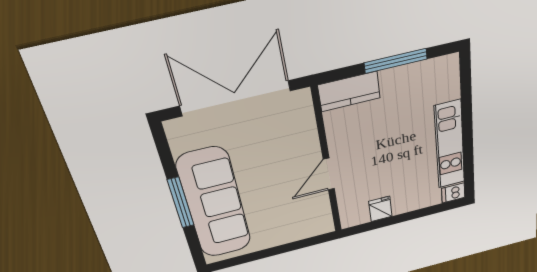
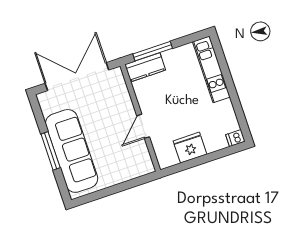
window: (396, 61) -> (153, 51), moved
kitchen unit: (450, 145) -> (211, 69), moved
fridge: (380, 209) -> (190, 148), width x1.88, depth x1.34

